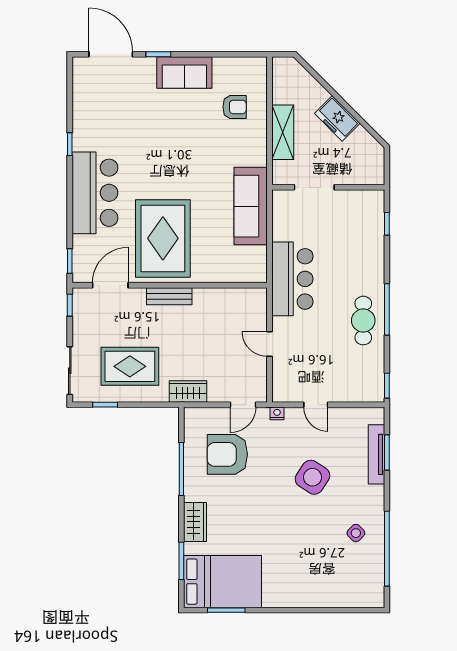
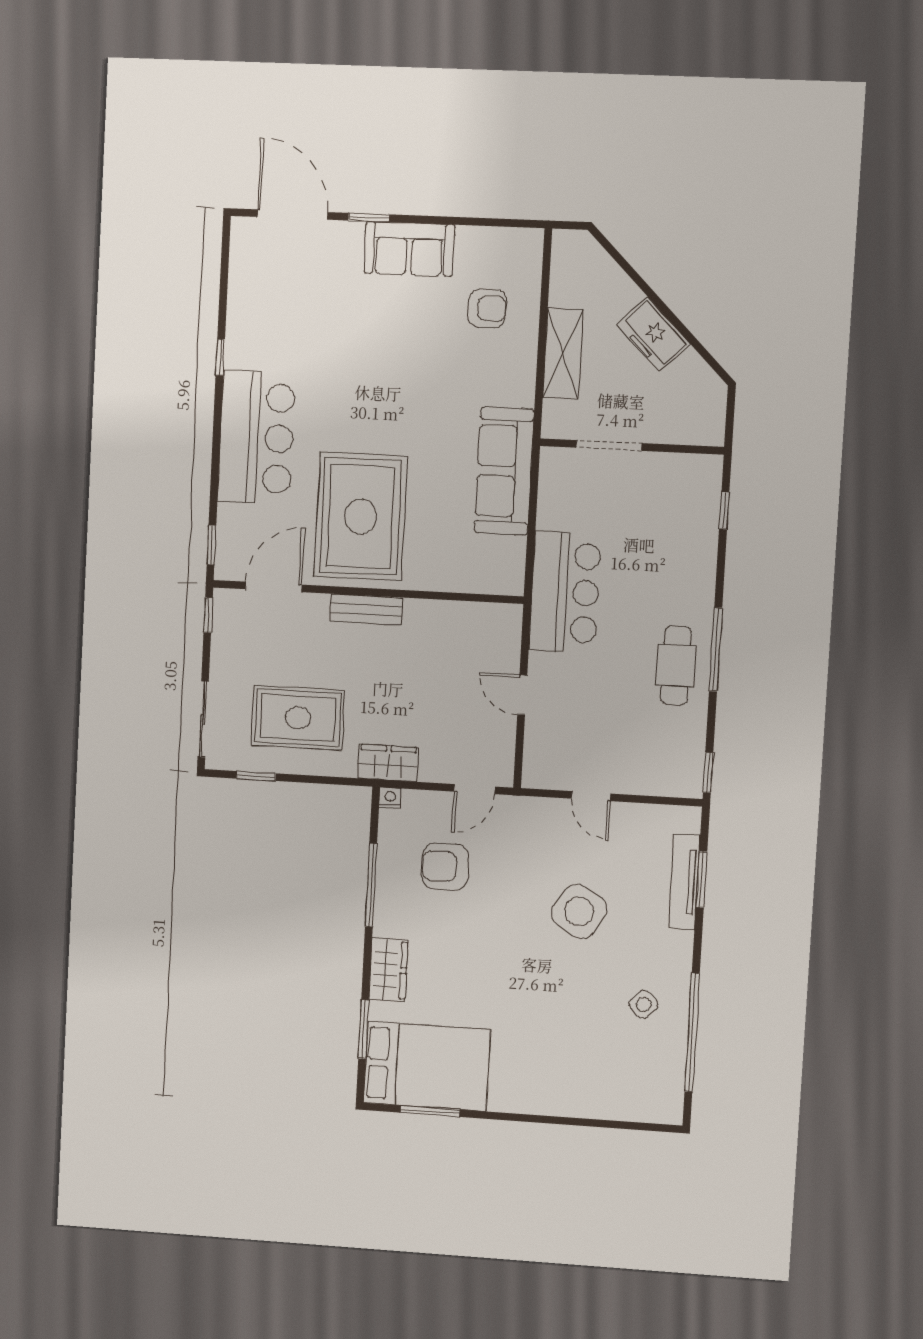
nightstand: (277, 413) -> (390, 798), moved
armchair: (227, 454) -> (445, 867), width x0.73, depth x0.73

